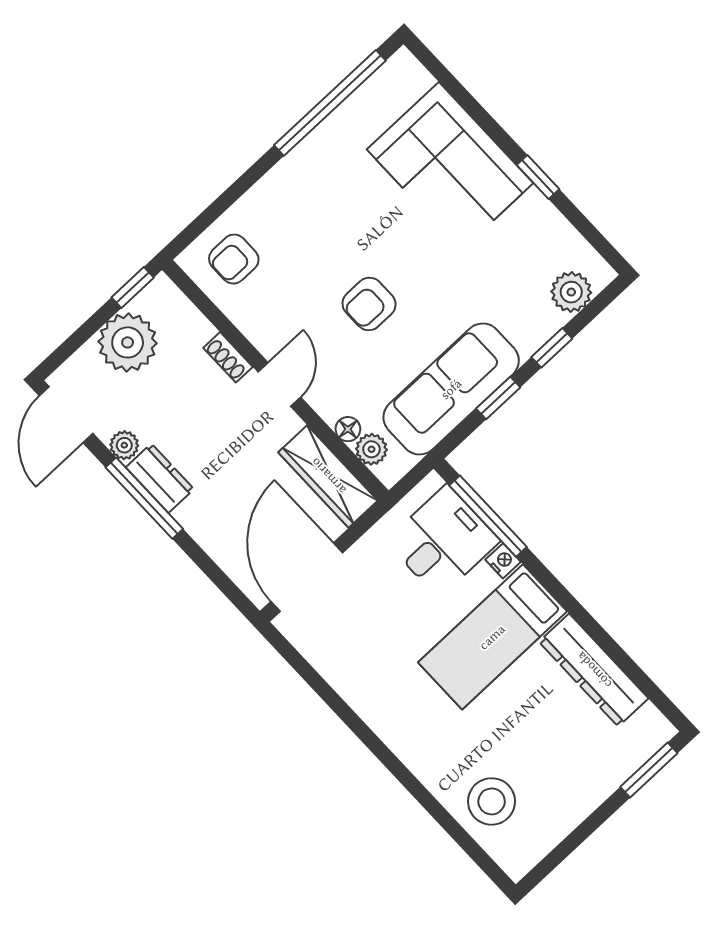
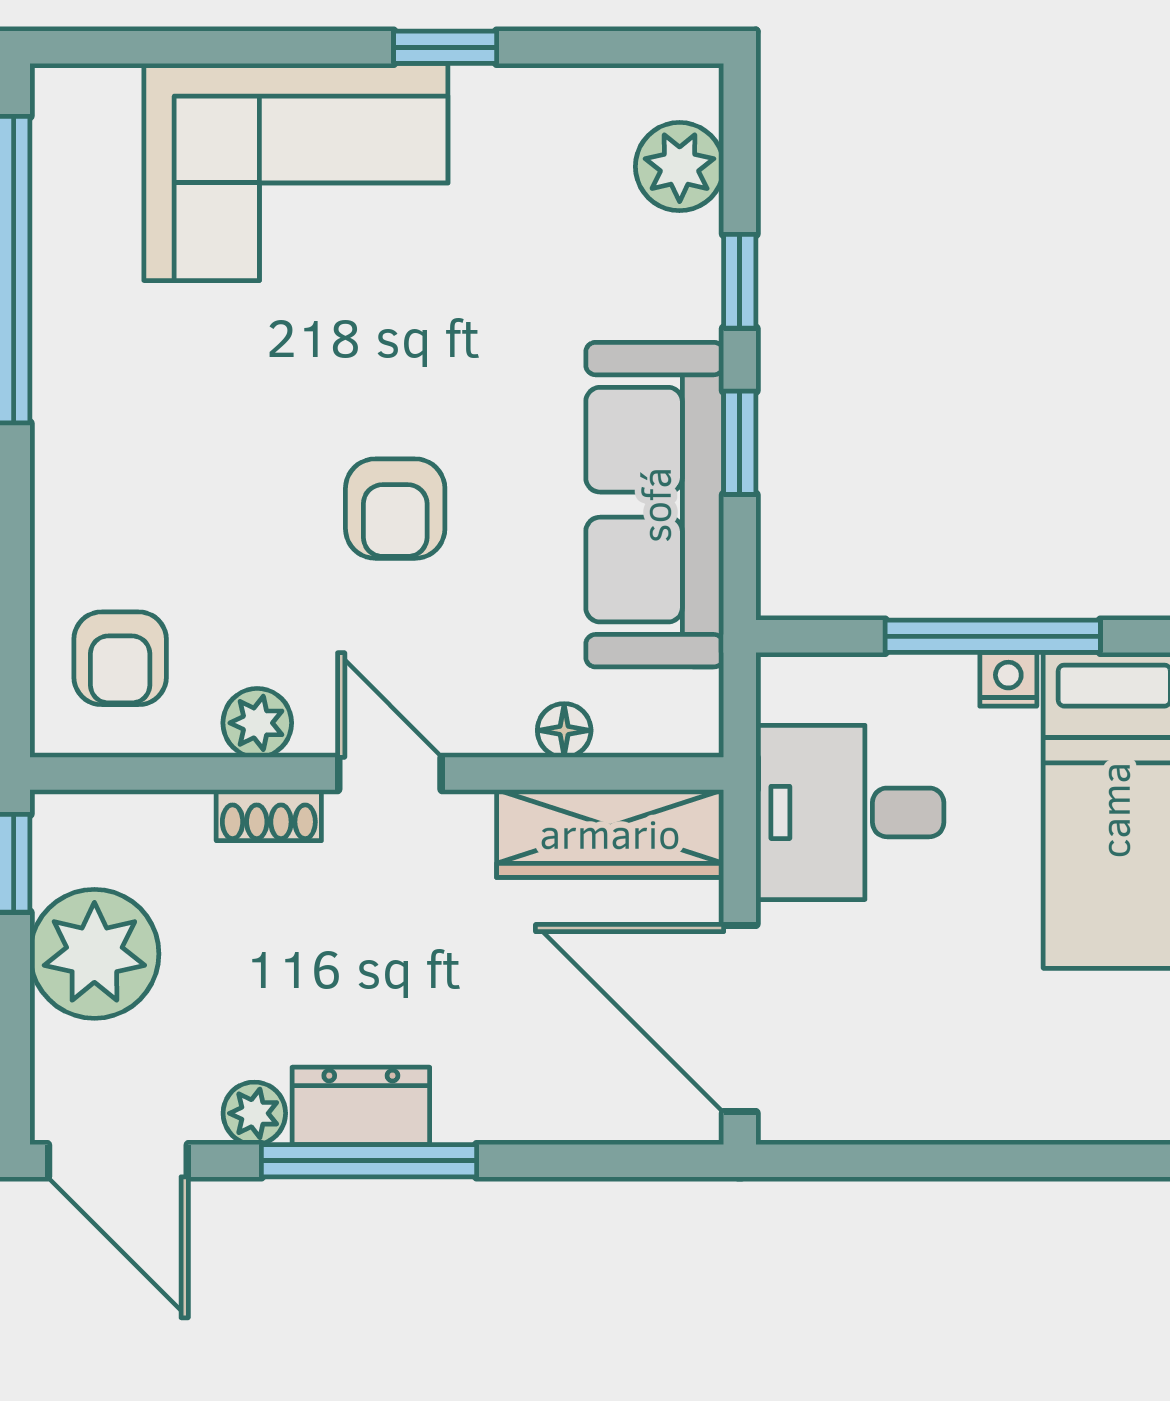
plant: (371, 449) -> (257, 723), moved
window: (488, 516) -> (993, 636), moved
desk: (443, 541) -> (850, 812), moved, turned -90

